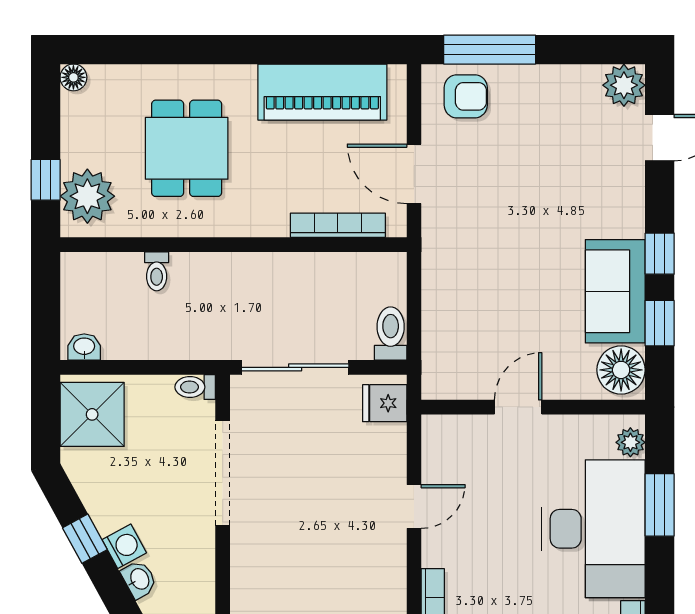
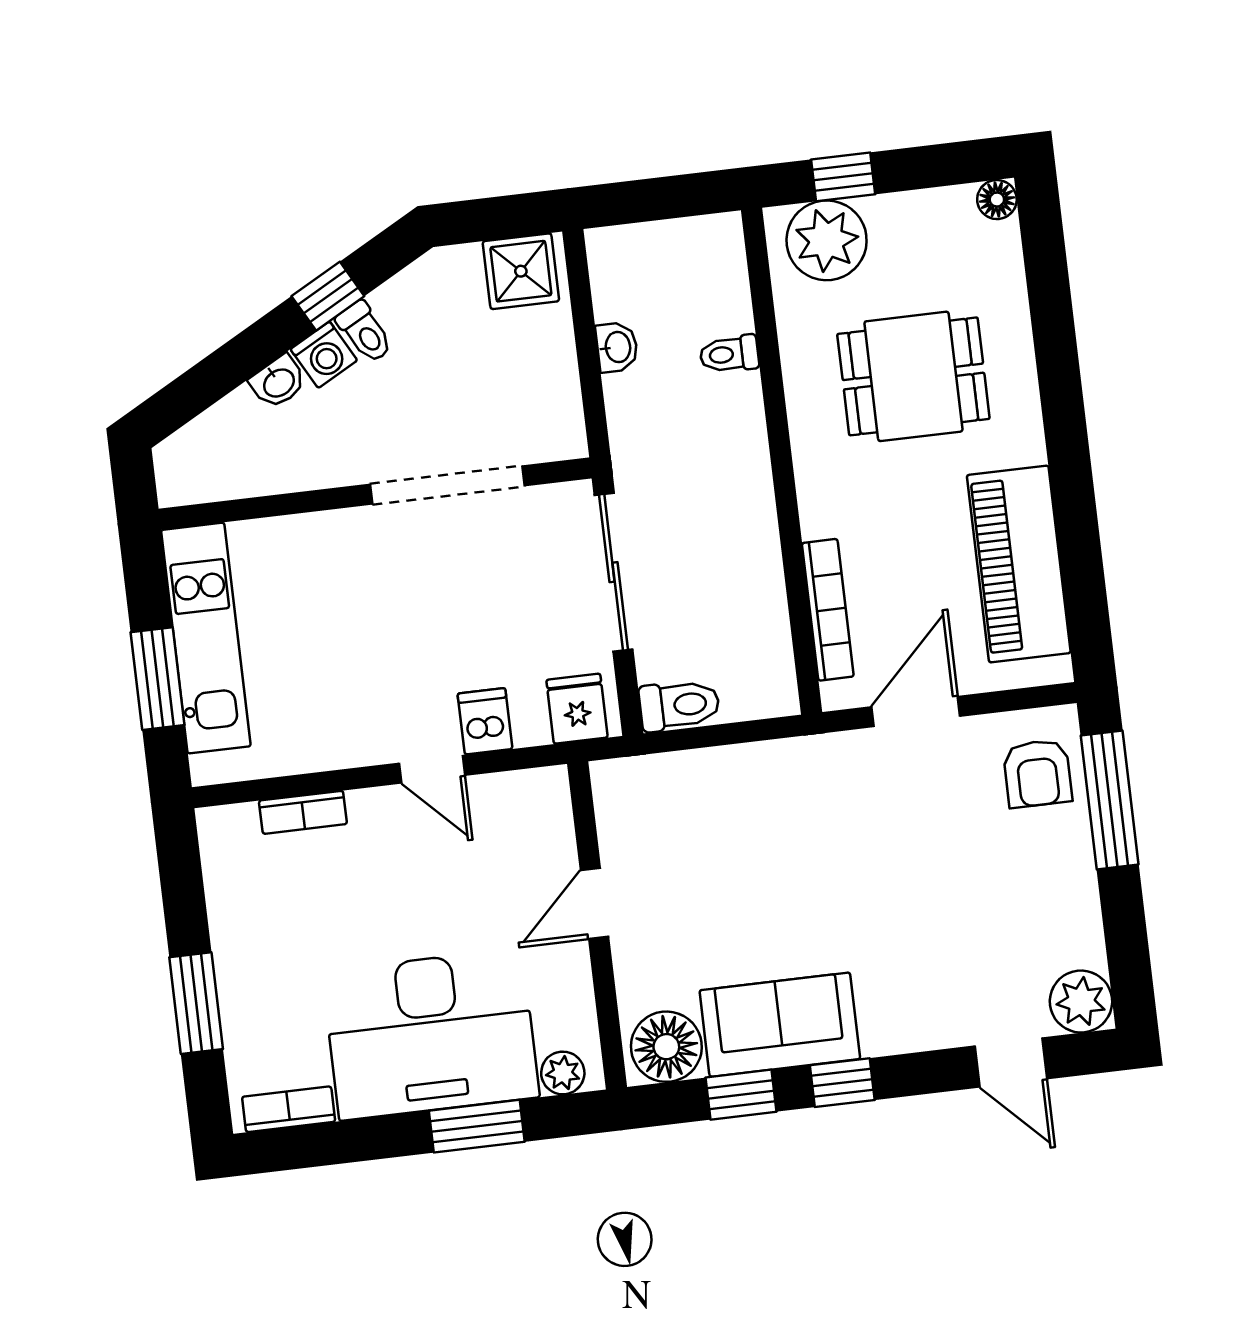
washbasin: (84, 347) -> (617, 347), moved
toilet: (195, 387) -> (365, 332), moved, turned 151
door: (518, 407) -> (594, 904), swing flipped
shower: (92, 414) -> (521, 271), width x0.73, depth x0.73
dishwasher: (386, 467) -> (485, 721), added

